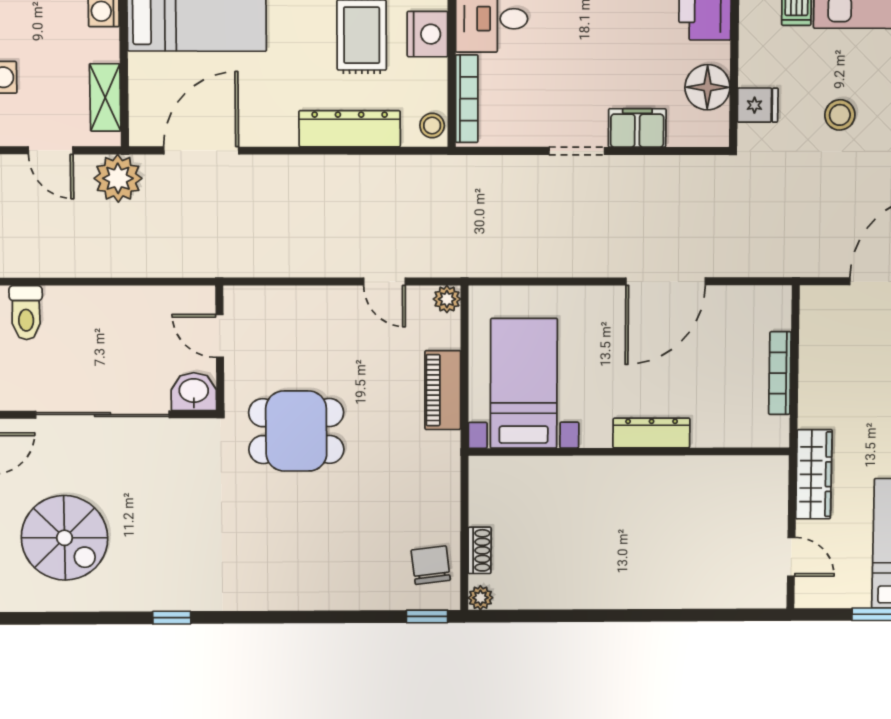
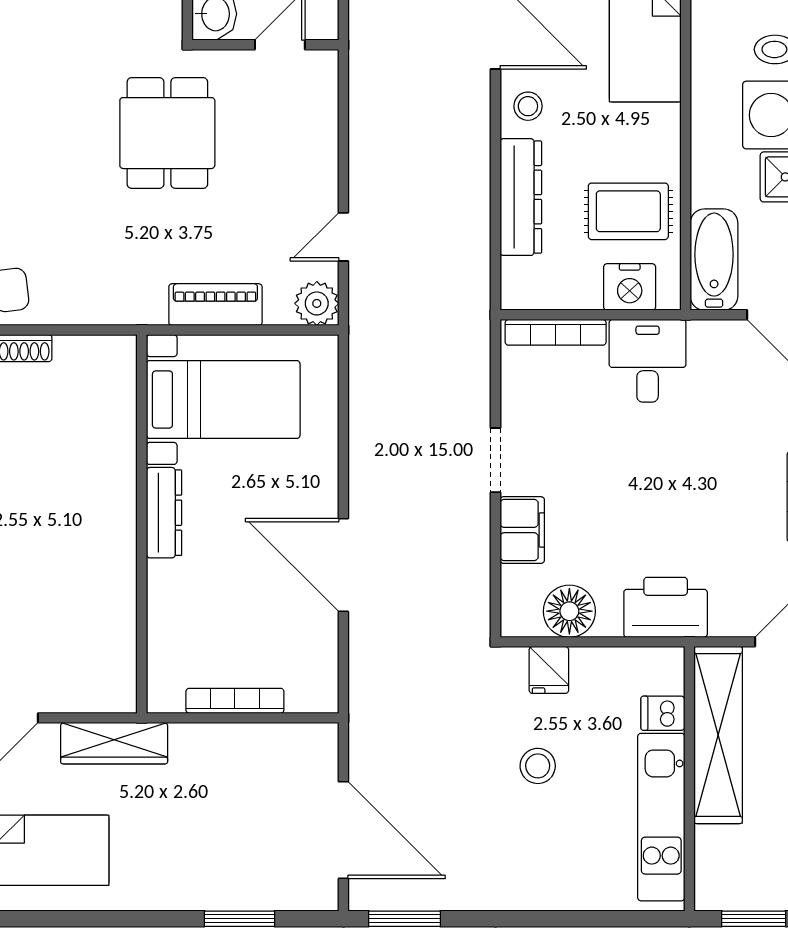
stool: (432, 126) -> (528, 106), moved
plant: (447, 299) -> (317, 303), width x1.38, depth x1.38
dresser: (651, 433) -> (164, 513), moved

